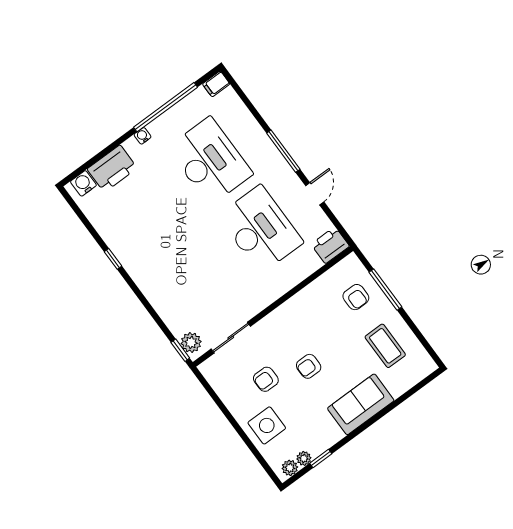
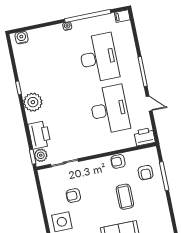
printer: (112, 169) -> (39, 135), moved, turned -90
door: (315, 194) -> (149, 104), hinge flipped
plant: (144, 270) -> (33, 102), added
coffee table: (385, 346) -> (125, 197), moved
armchair: (309, 366) -> (118, 161), moved

